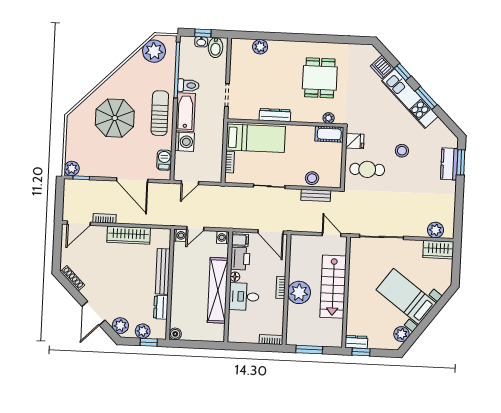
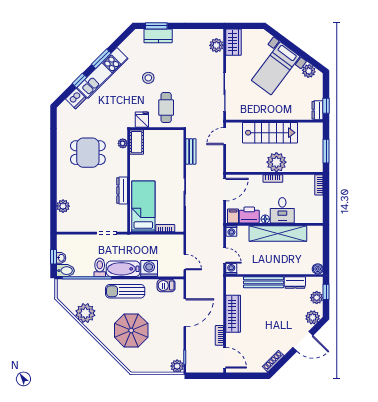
bidet: (216, 47) -> (65, 271), moved
plant: (154, 51) -> (85, 313), moved
stool: (312, 178) -> (176, 155), removed

